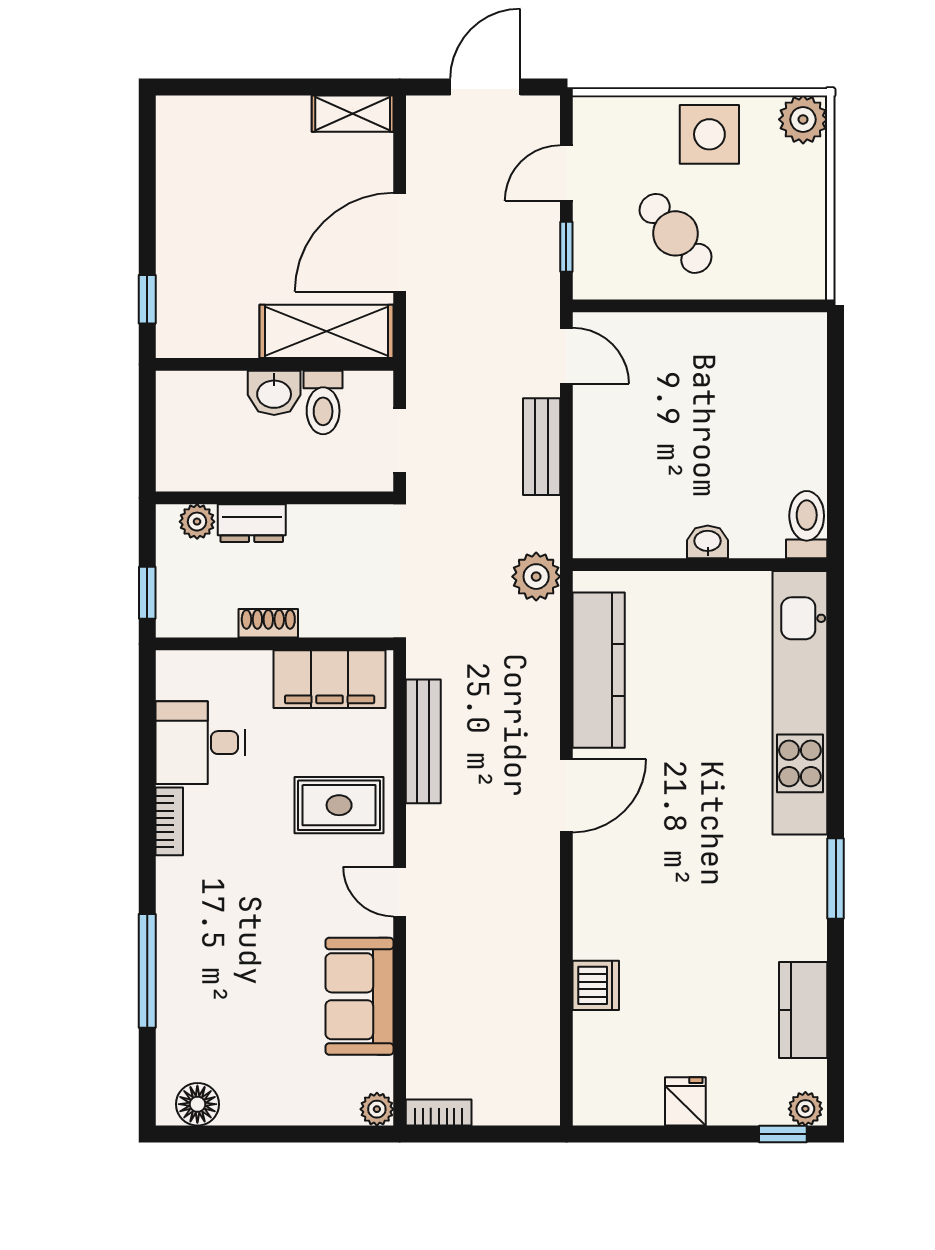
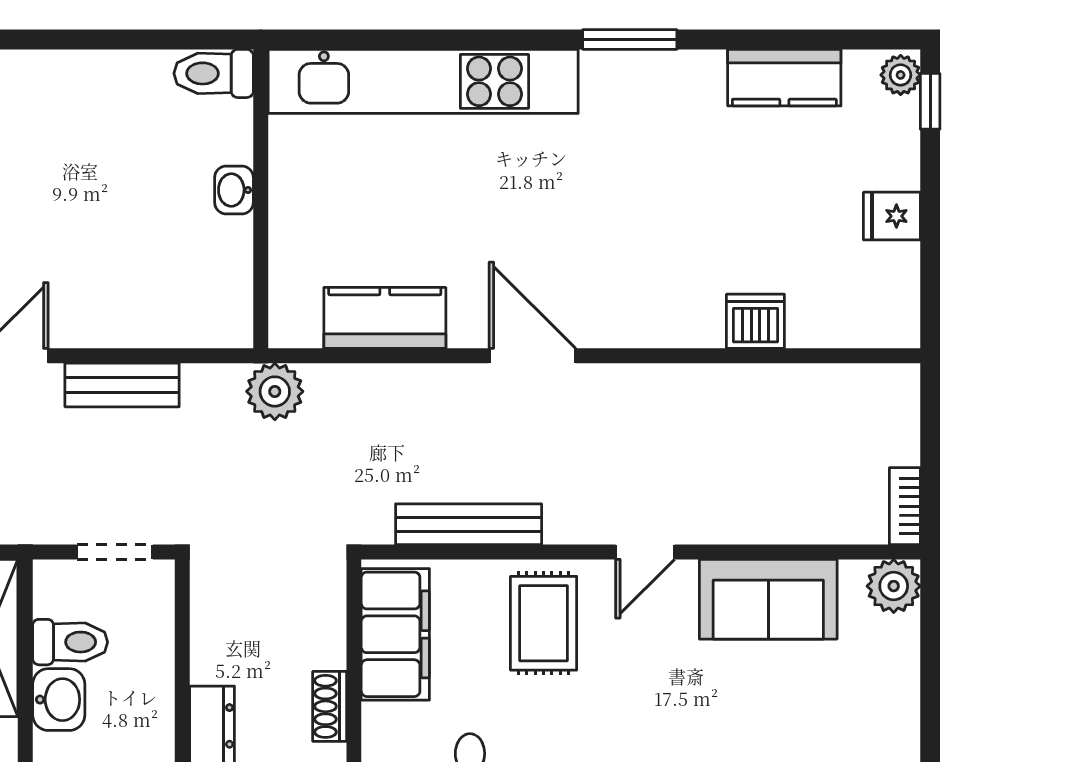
kitchen counter: (599, 670) -> (385, 318), width x0.67
plant: (377, 1109) -> (894, 586), width x1.38, depth x1.38

